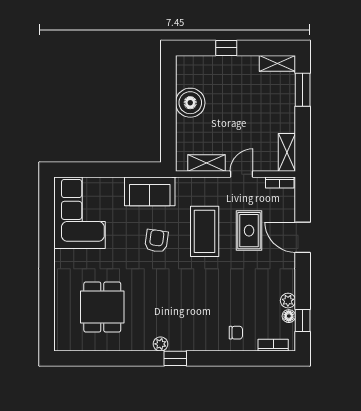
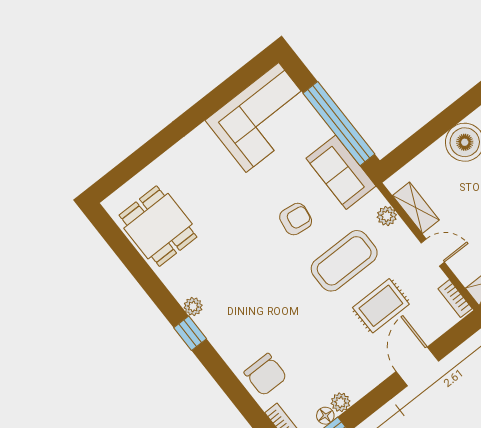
window: (120, 170) -> (339, 124), added
plant: (198, 185) -> (387, 216), added
dining table: (102, 307) -> (158, 226), moved, turned 90
chair: (236, 333) -> (266, 375), width x1.87, depth x1.87

